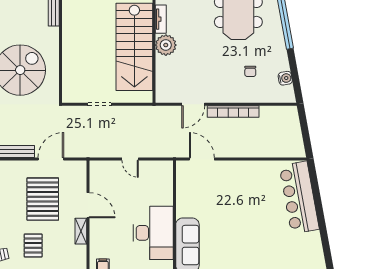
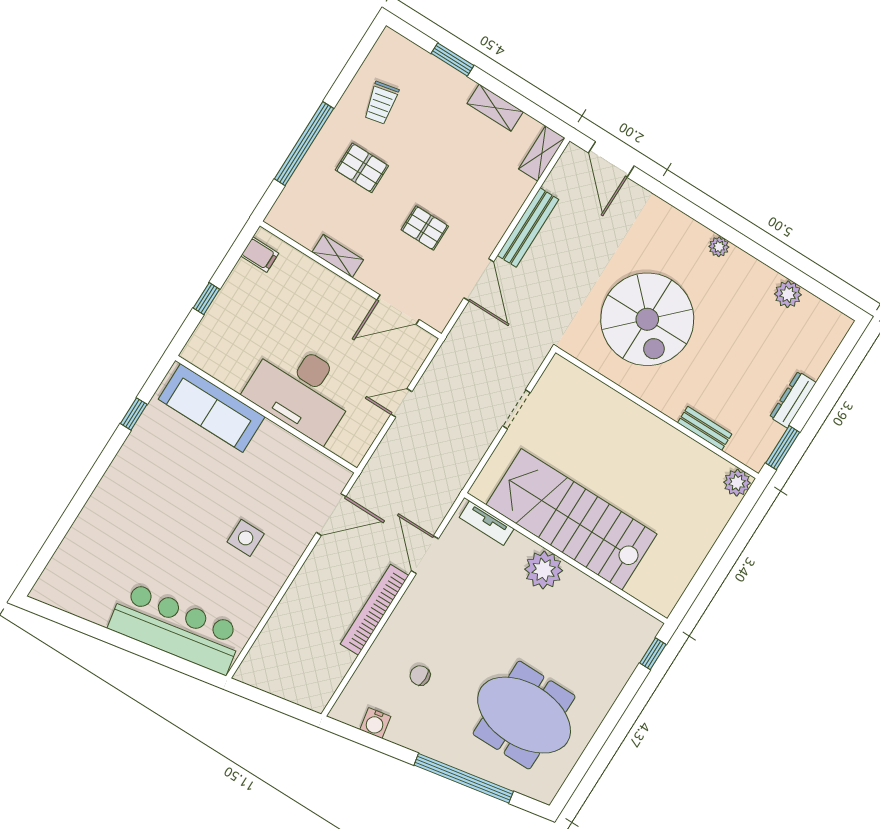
tv unit: (161, 19) -> (487, 523), moved
side table: (237, 192) -> (246, 538), added
pallet: (43, 199) -> (425, 228), width x0.49, depth x0.50
door: (88, 205) -> (398, 310), moved
desk: (153, 233) -> (301, 390), moved

